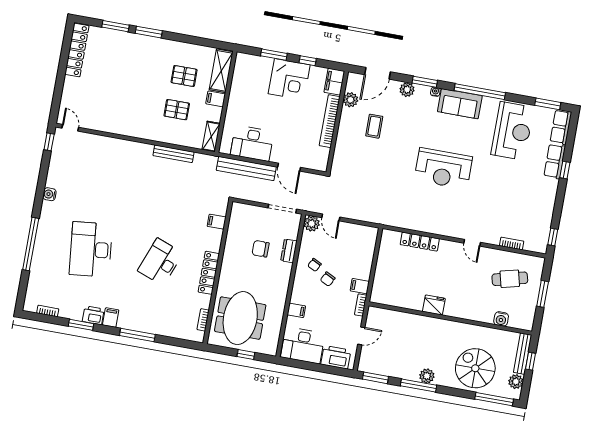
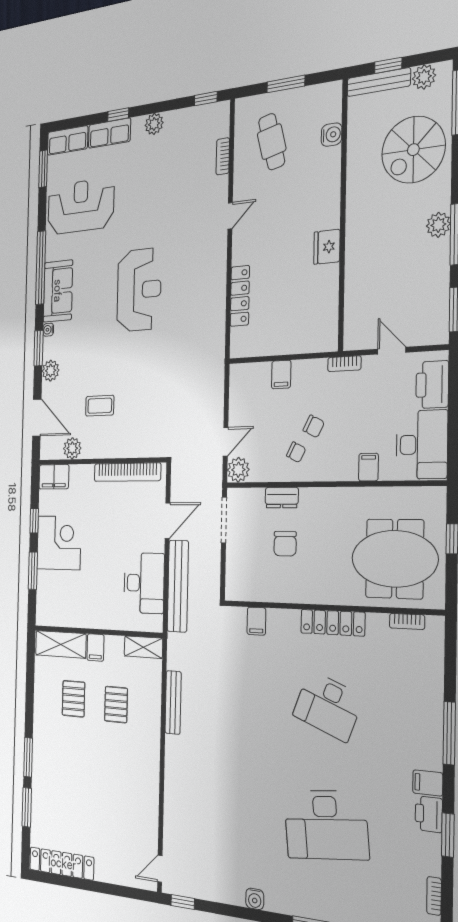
bookcase: (330, 121) -> (127, 472), moved
plant: (549, 197) -> (154, 124), added
filing cabinet: (360, 286) -> (281, 374), moved

